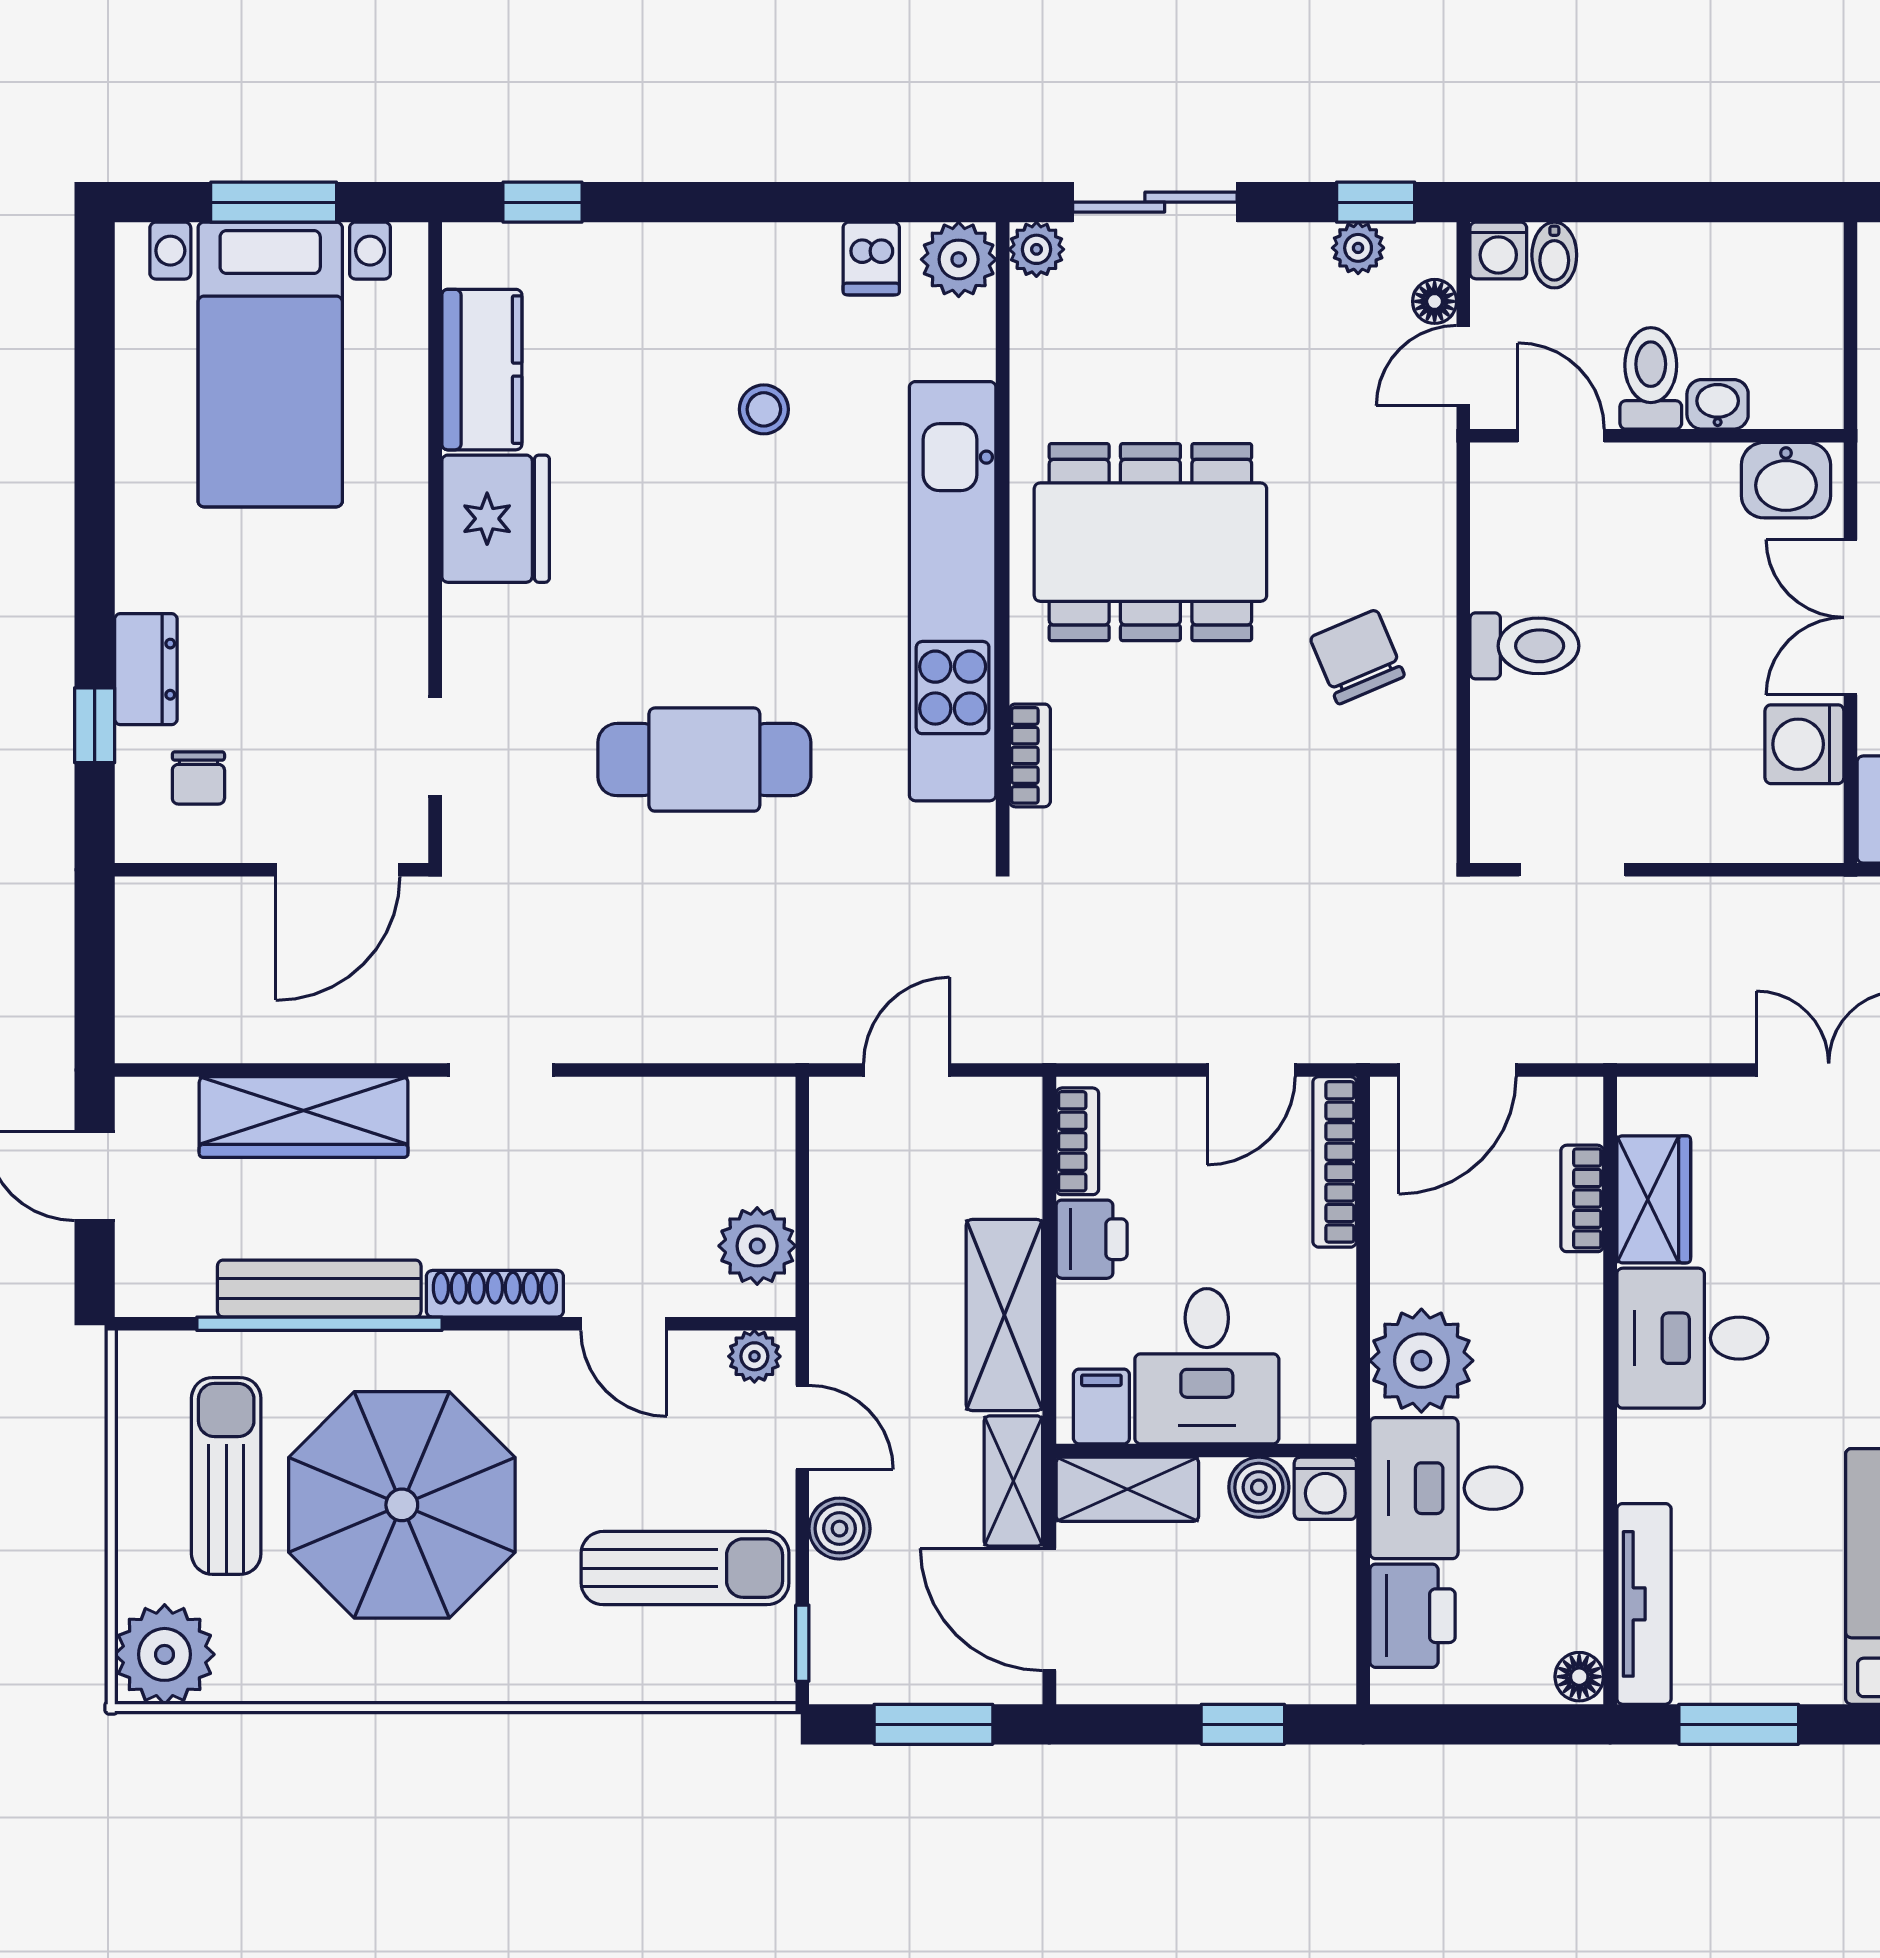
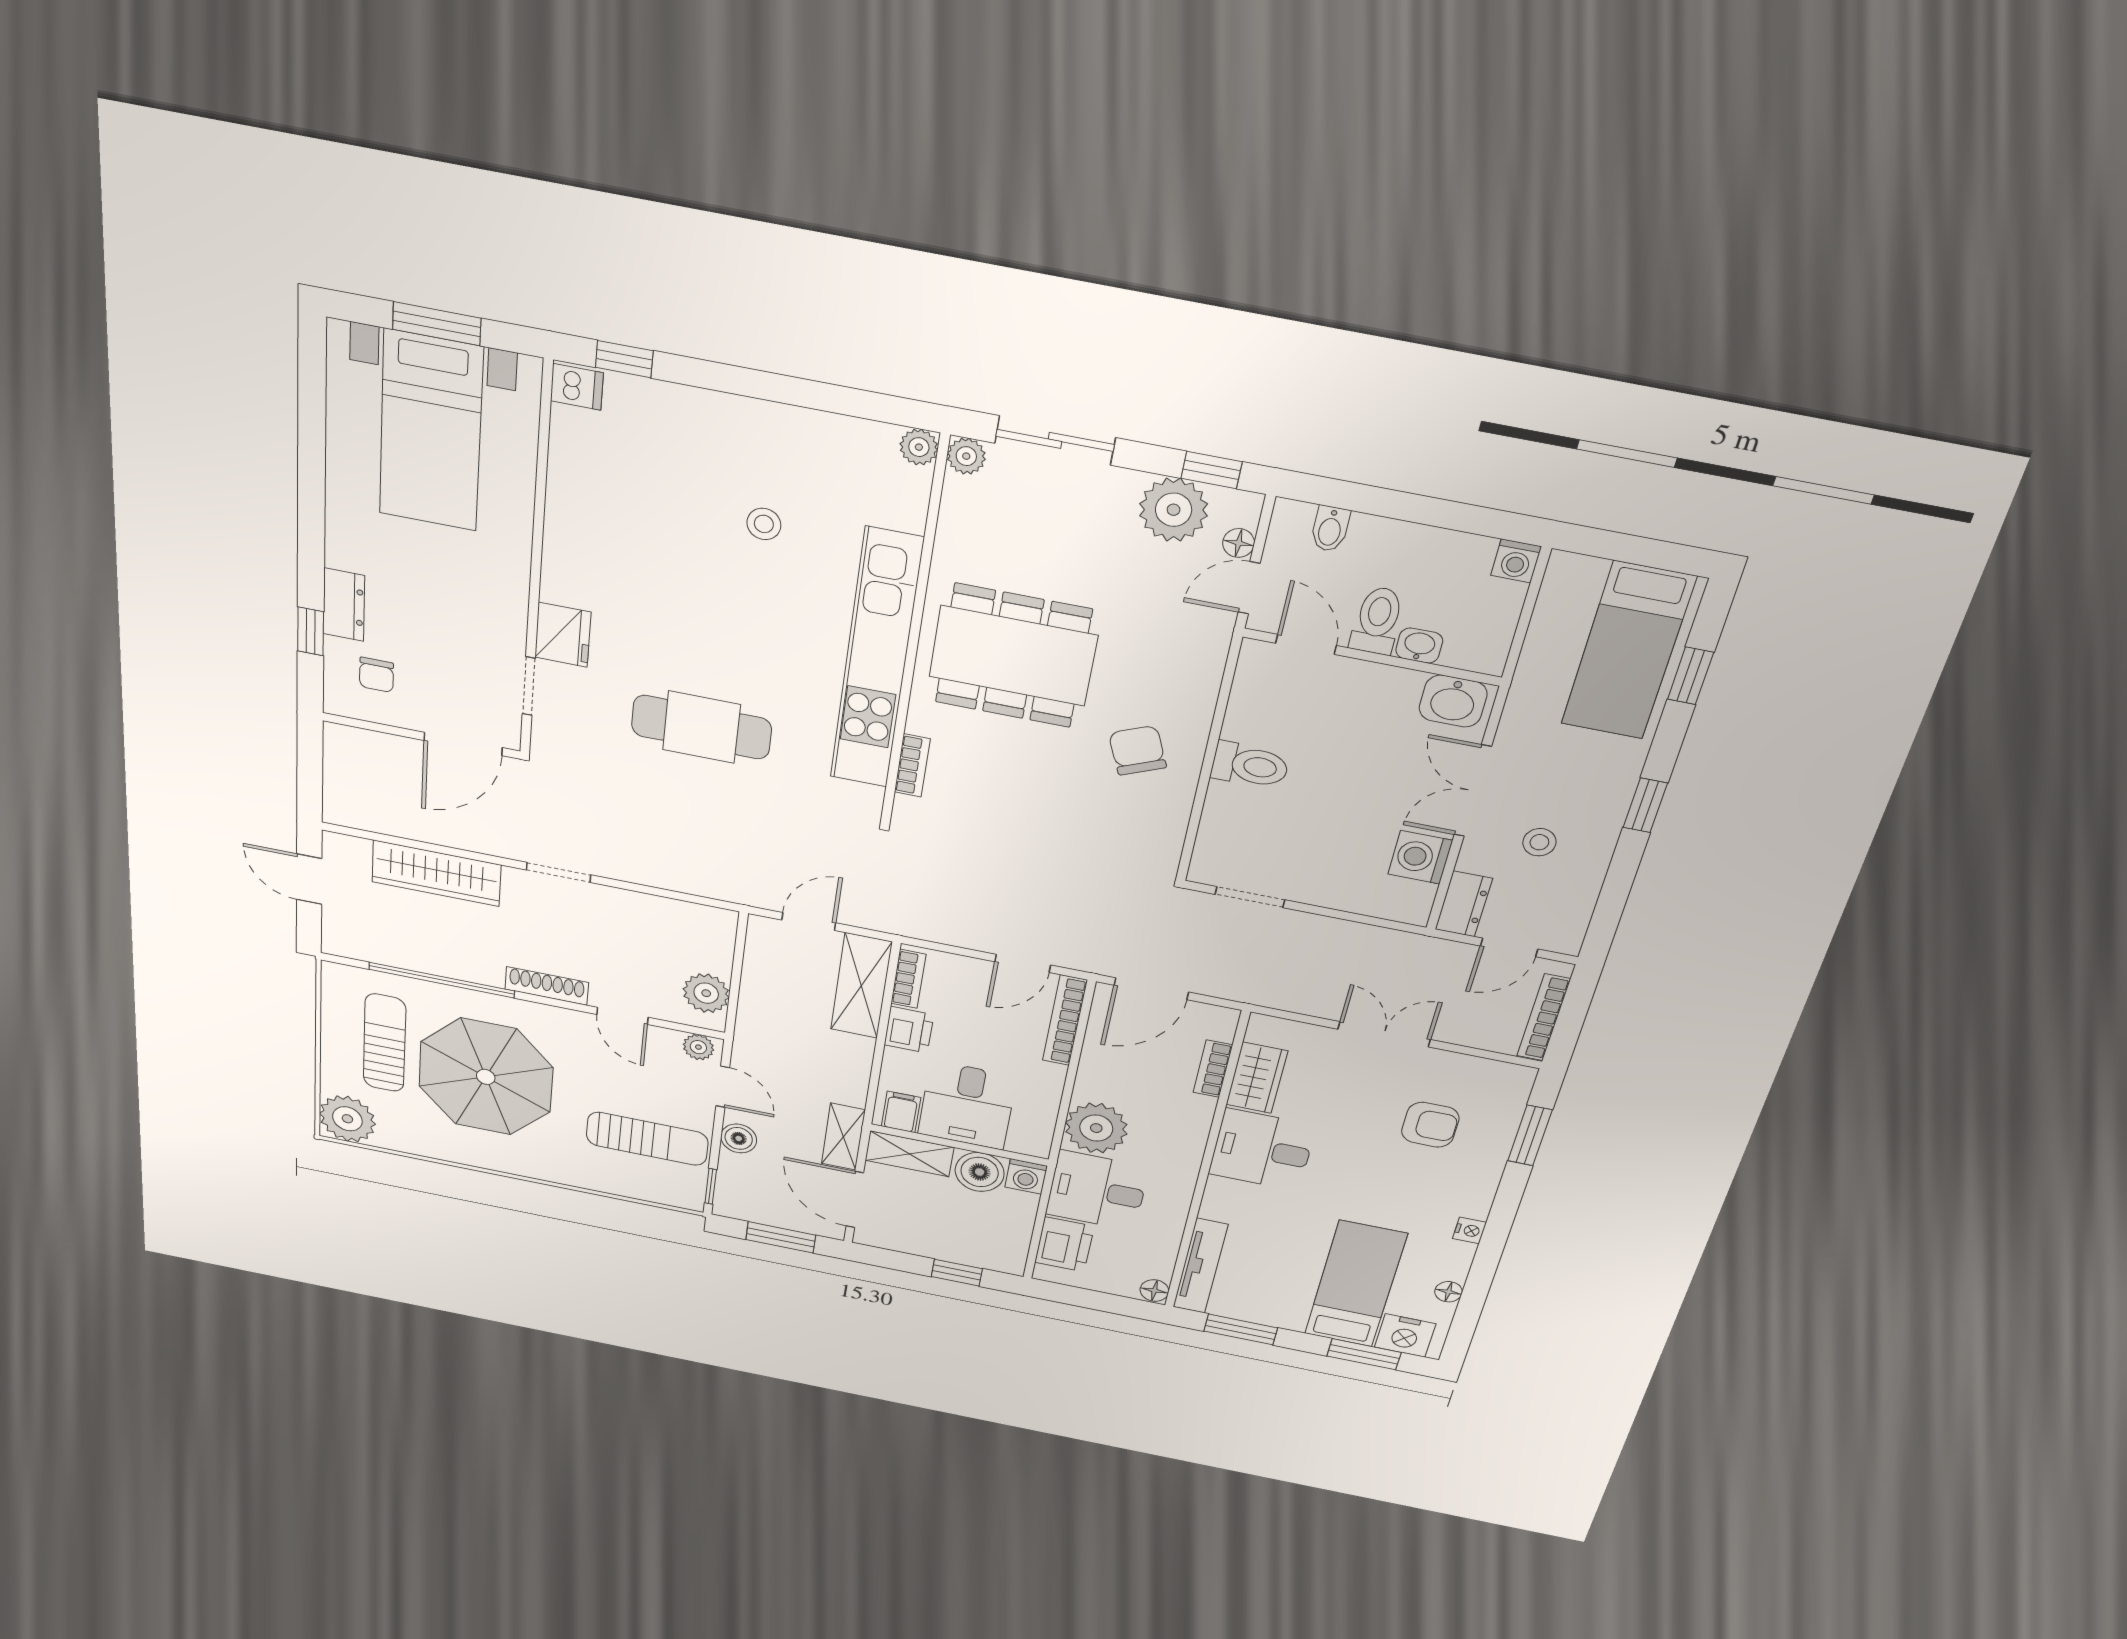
plant: (1358, 248) -> (1174, 510), width x1.88, depth x1.88
washing machine: (1498, 250) -> (1516, 561), moved
dishwasher: (871, 258) -> (577, 387), moved, turned -90
plant: (959, 259) -> (919, 447), width x0.73, depth x0.73
kitchen counter: (482, 370) -> (574, 462), removed
fridge: (496, 519) -> (563, 635), moved, width x0.73, depth x0.75
bench: (319, 1289) -> (442, 963), removed
shelving: (1004, 1315) -> (861, 986), moved
boiler: (1259, 1487) -> (980, 1172), width x1.36, depth x1.36

